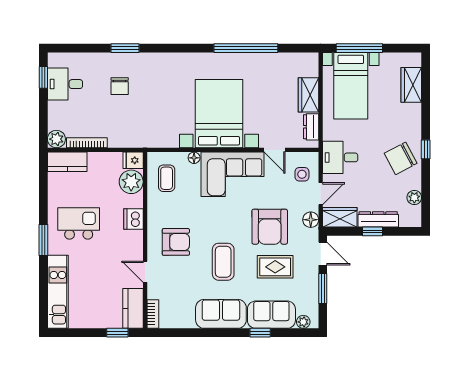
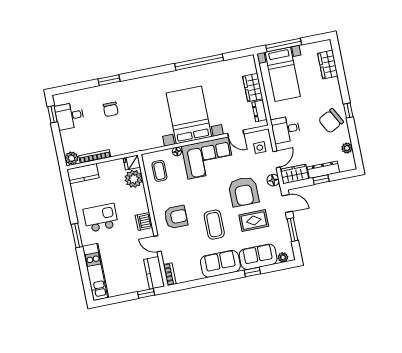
dishwasher: (133, 219) -> (144, 221), moved

